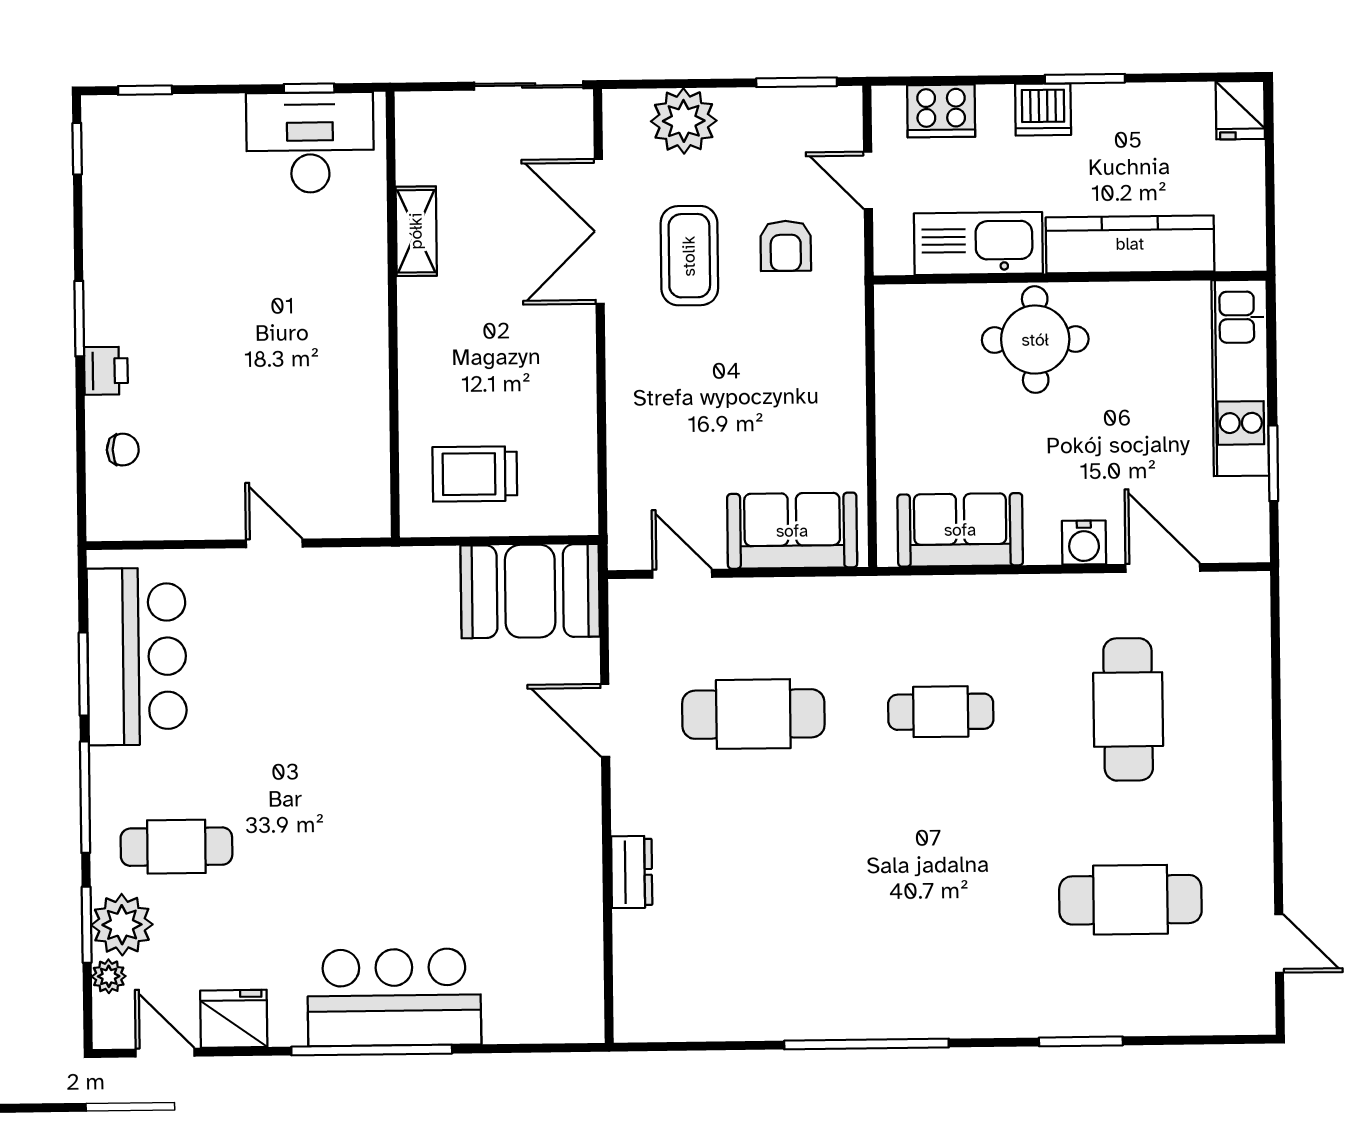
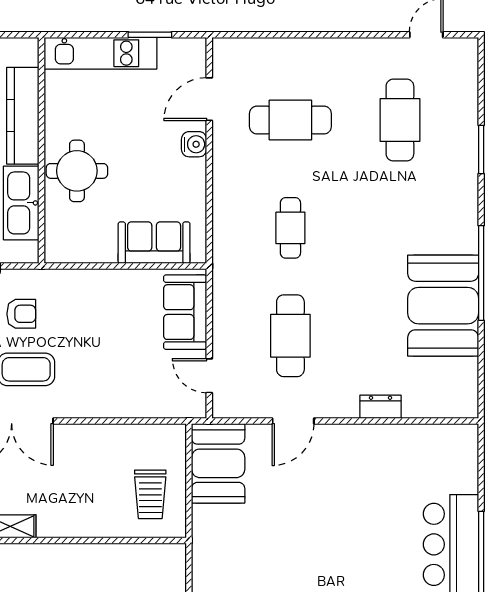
sofa: (960, 530) -> (154, 243), moved, turned 90
door: (682, 574) -> (209, 376), hinge flipped
booth: (809, 979) -> (443, 306), added

